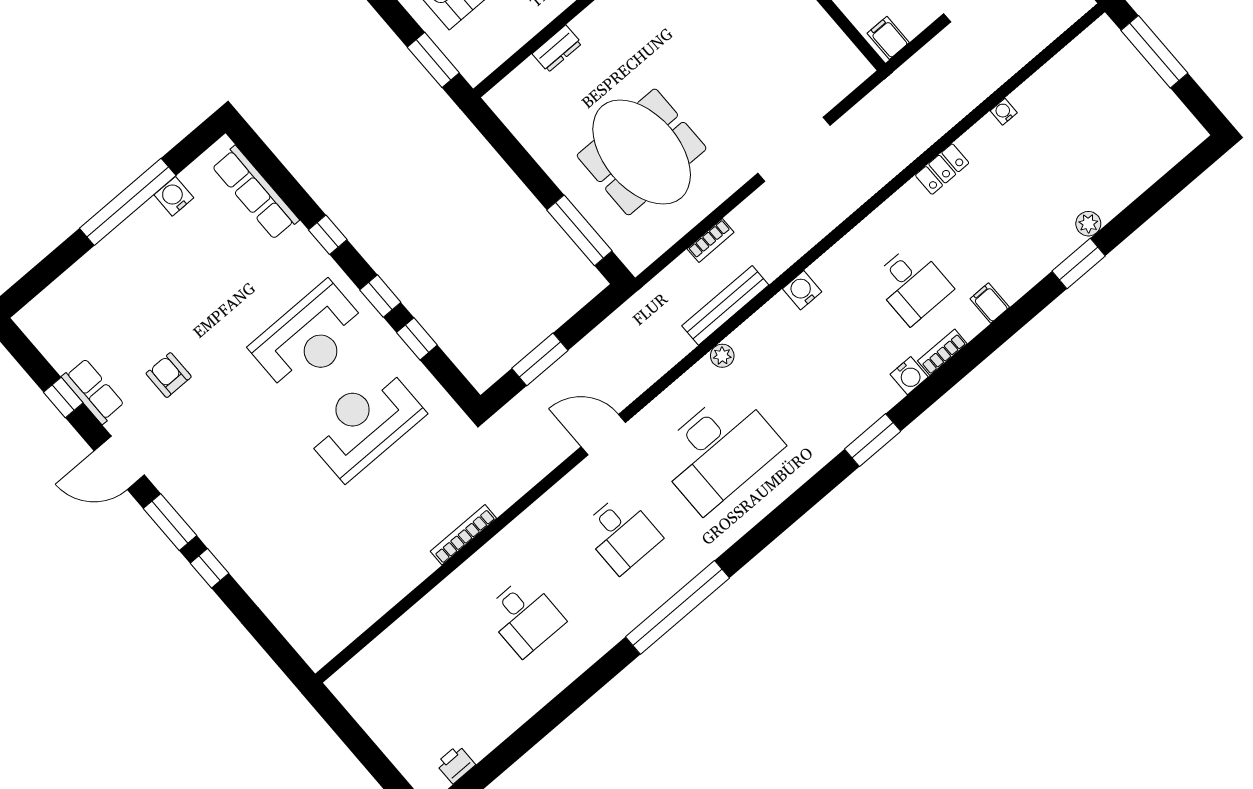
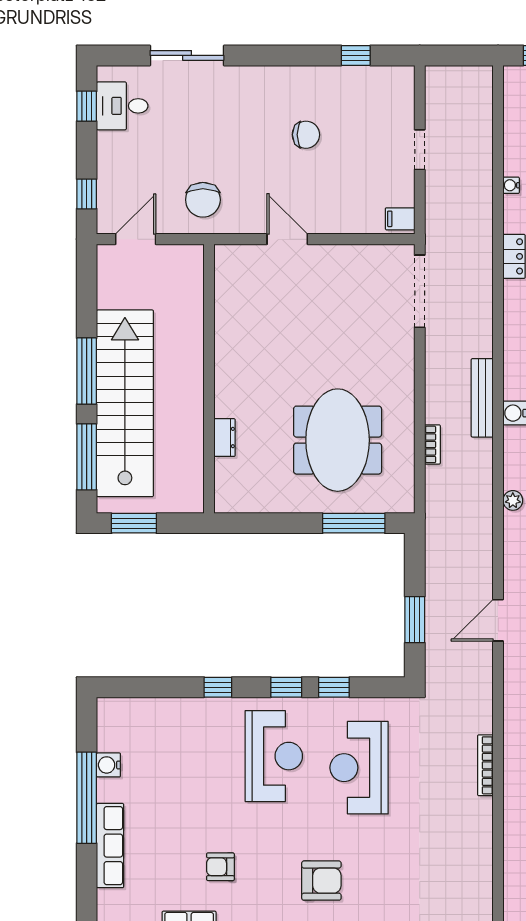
window: (433, 60) -> (134, 523), moved
doorway: (794, 149) -> (420, 291), moved
meeting table: (642, 152) -> (338, 440), turned 90
row of seats: (255, 193) -> (110, 846), moved, turned -90
bench: (725, 305) -> (482, 398), moved
armchair: (234, 476) -> (321, 881), added

